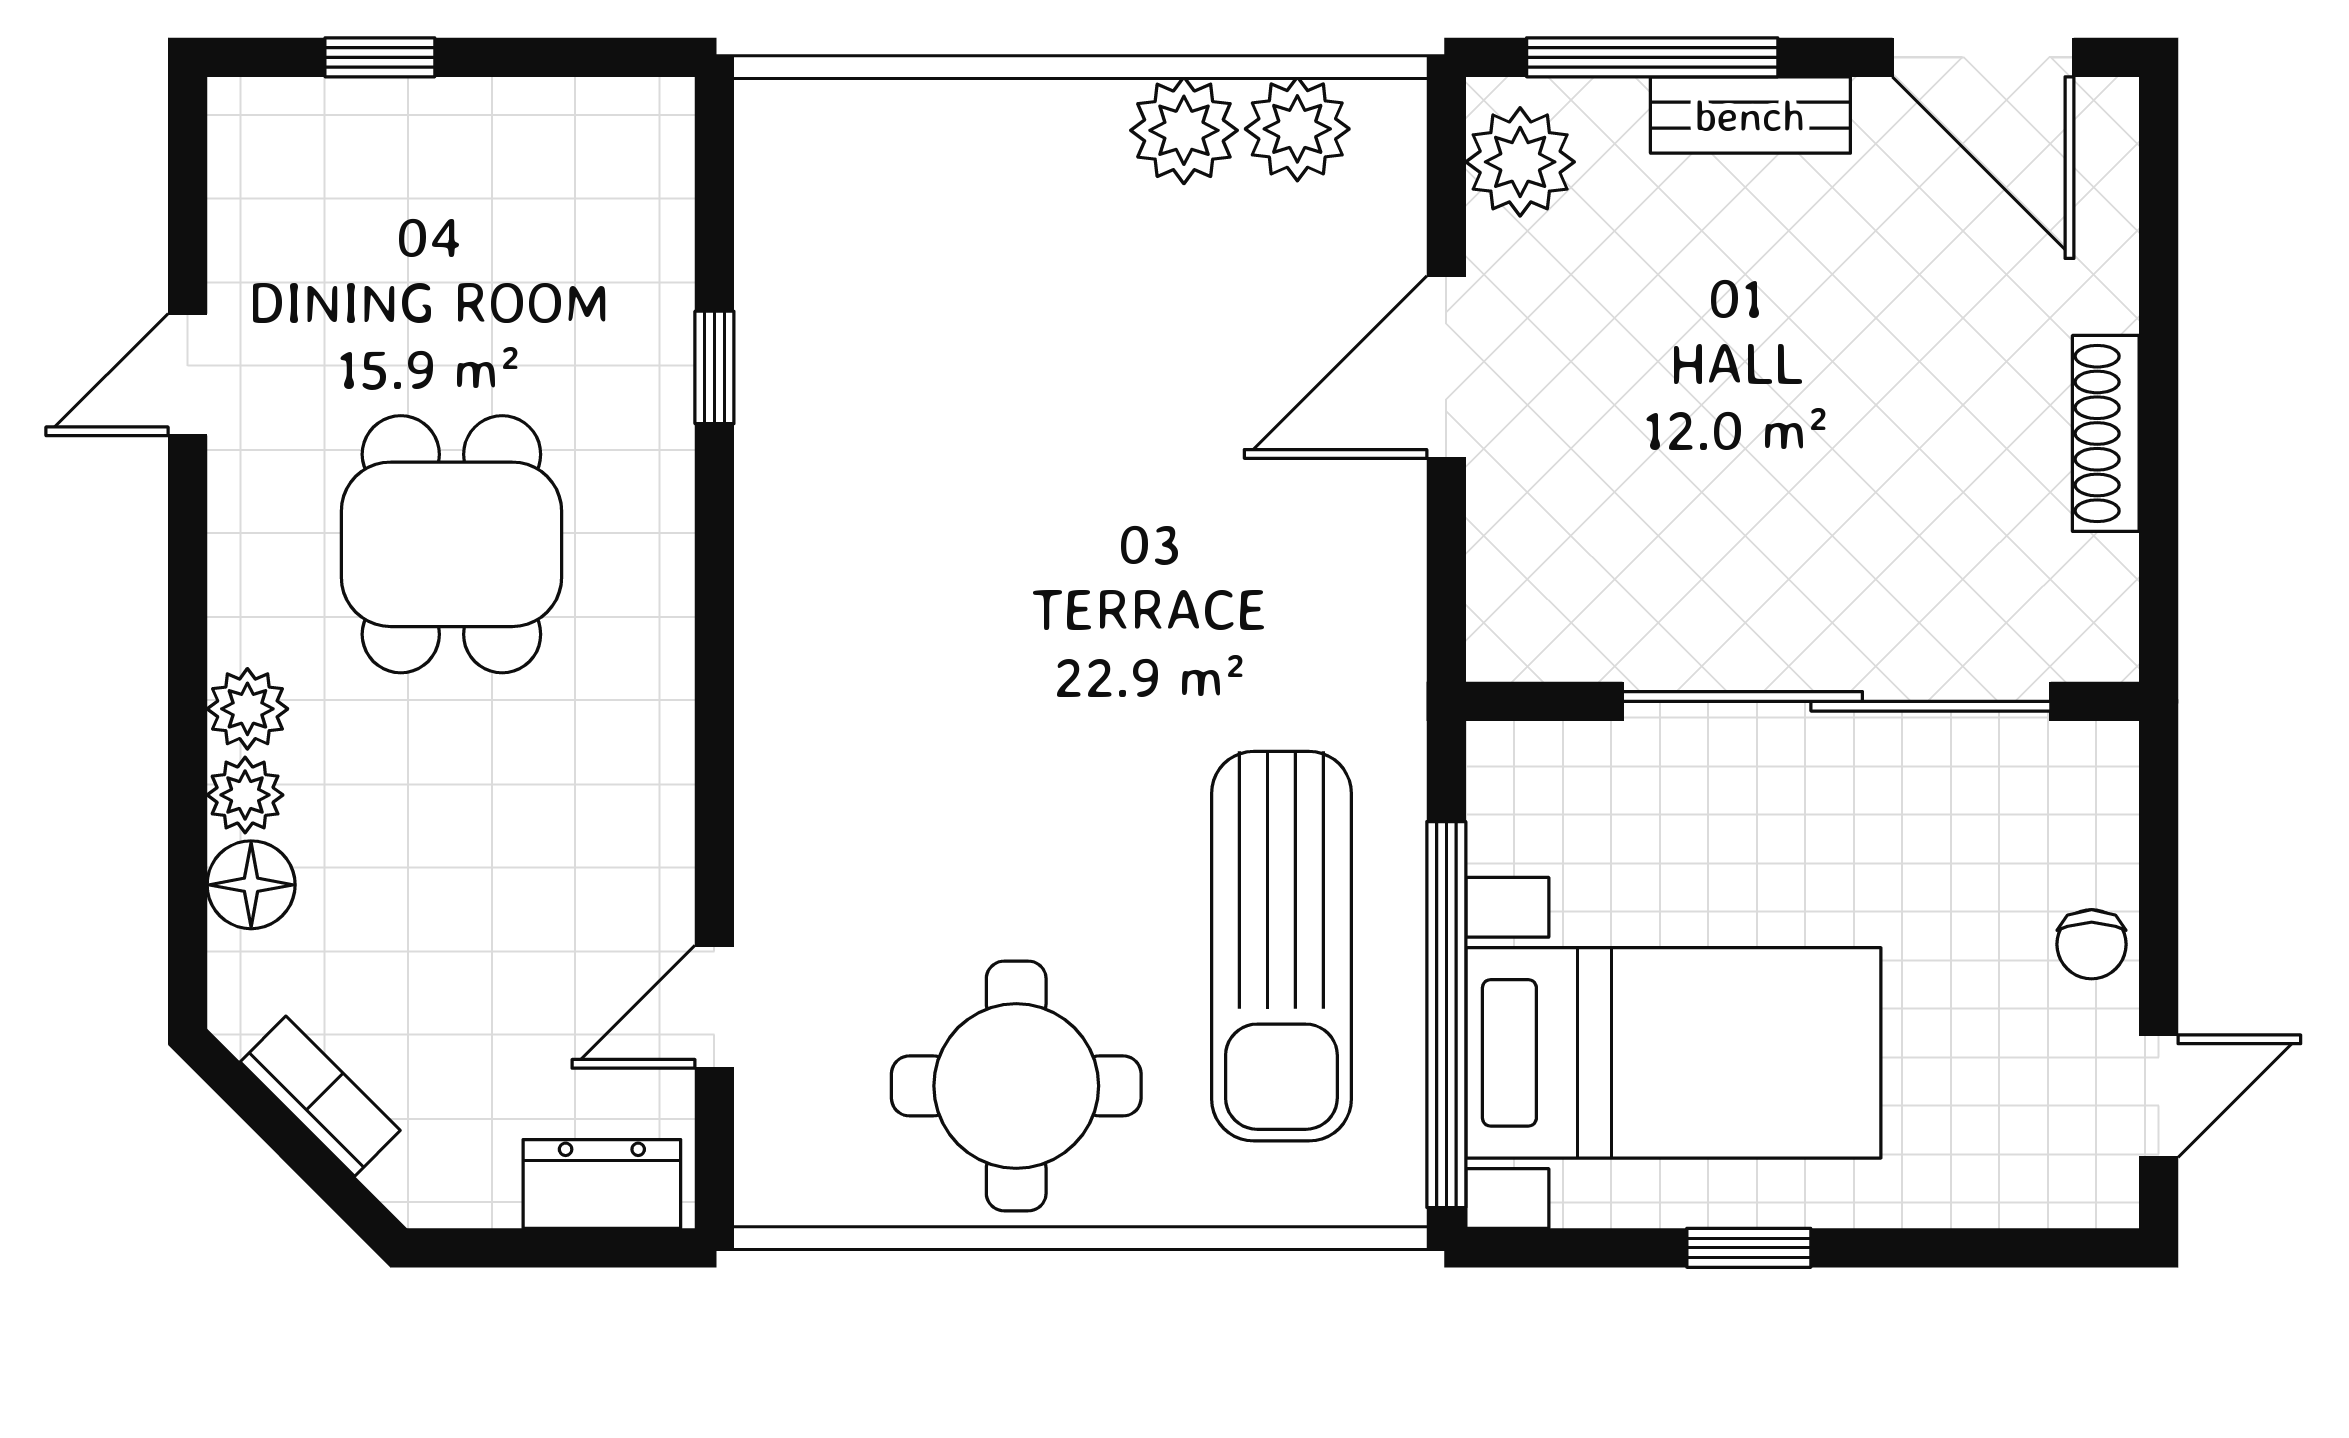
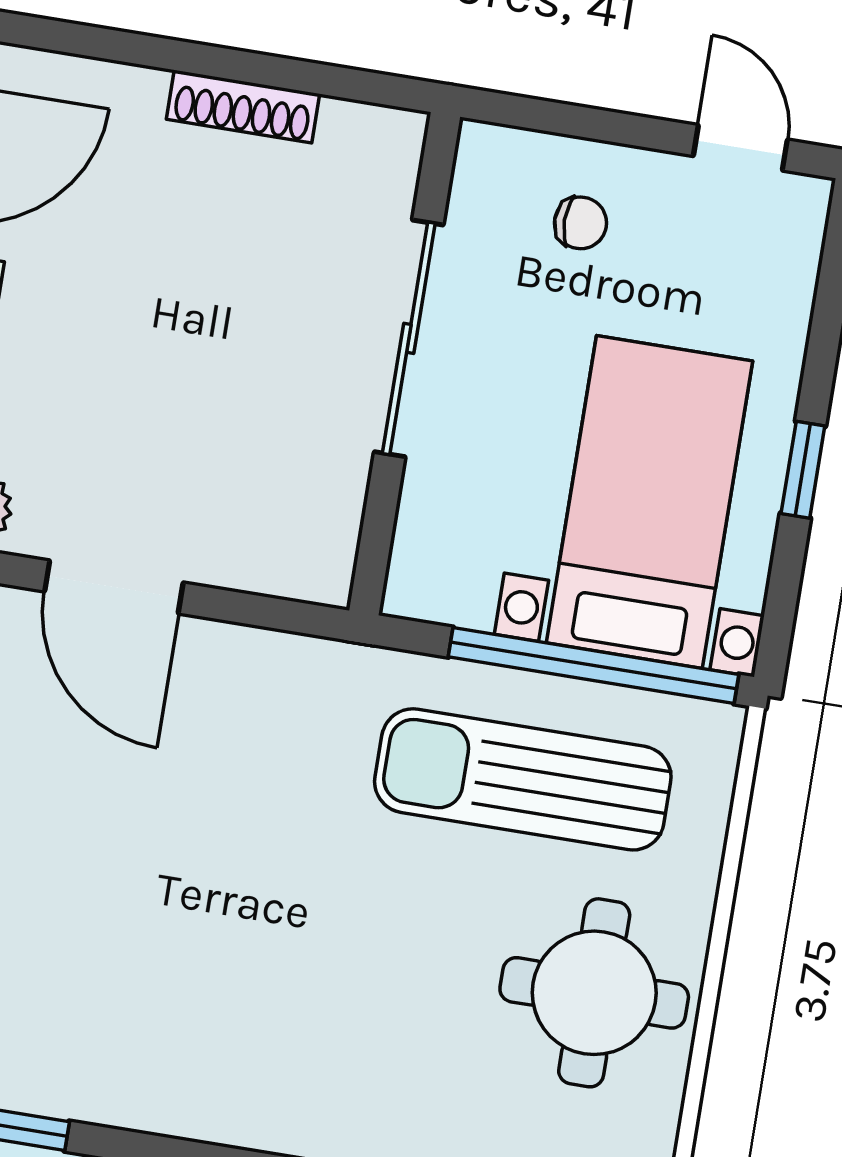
sliding door: (1837, 701) -> (409, 338), width x0.73
chair: (2092, 944) -> (581, 223), moved
sun lounger: (1281, 946) -> (523, 779), turned 180

